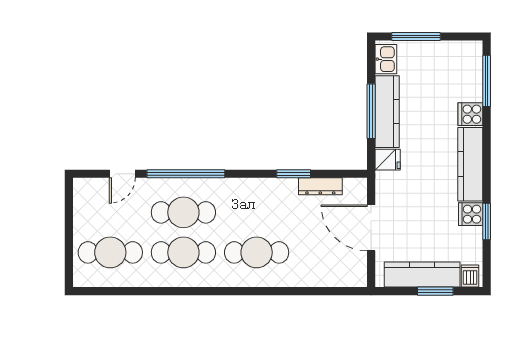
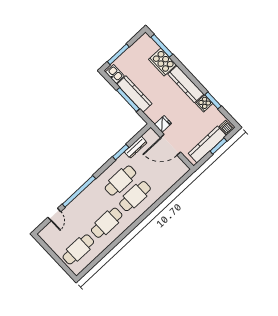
cooker: (470, 114) -> (162, 62), width x1.87, depth x1.31
fridge: (388, 160) -> (163, 124), moved
cafe table: (183, 212) -> (120, 181), moved

